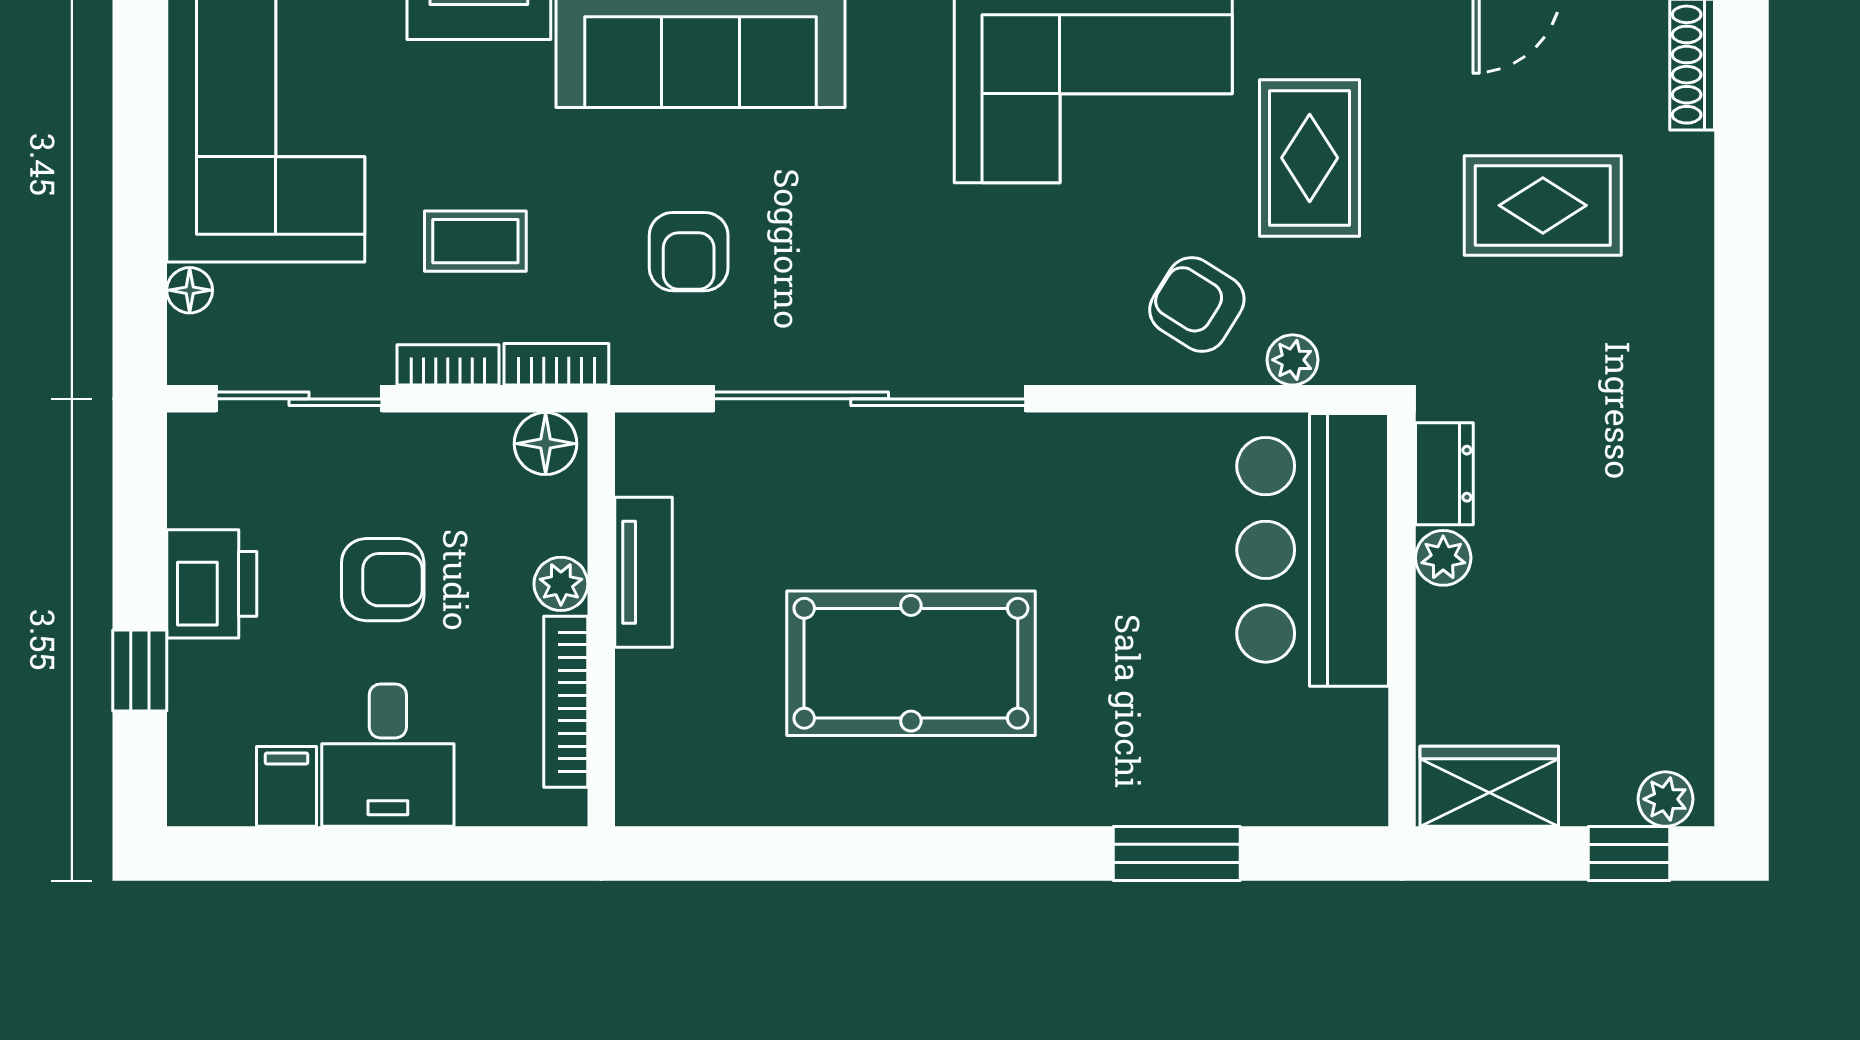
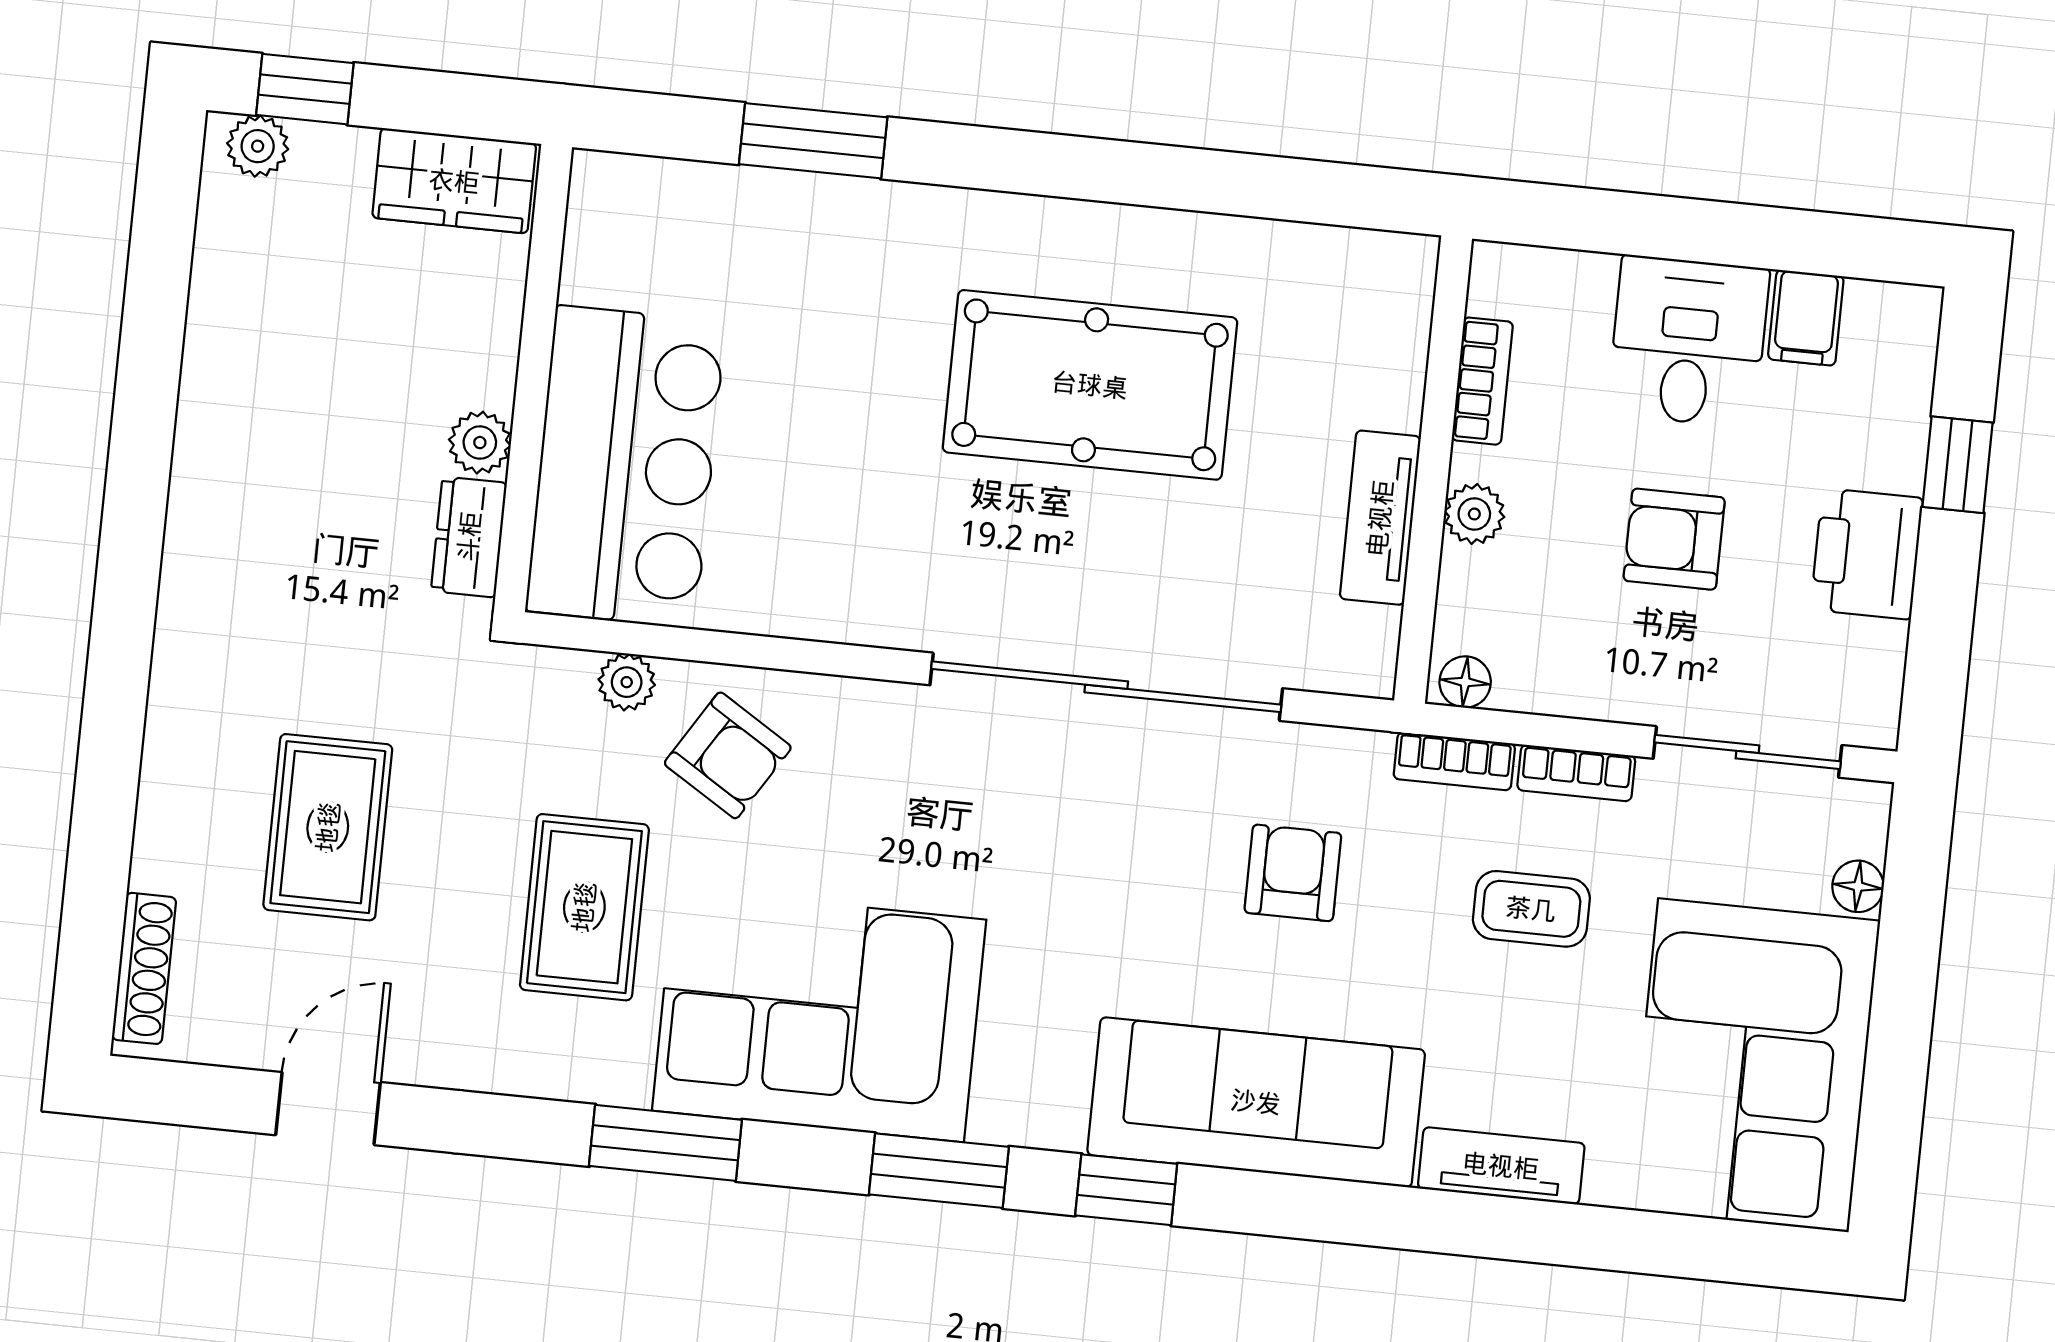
rug: (1543, 205) -> (328, 827), turned 90
floor lamp: (546, 444) -> (1465, 682), width x0.73, depth x0.73
bookcase: (566, 702) -> (1482, 381), width x0.64

